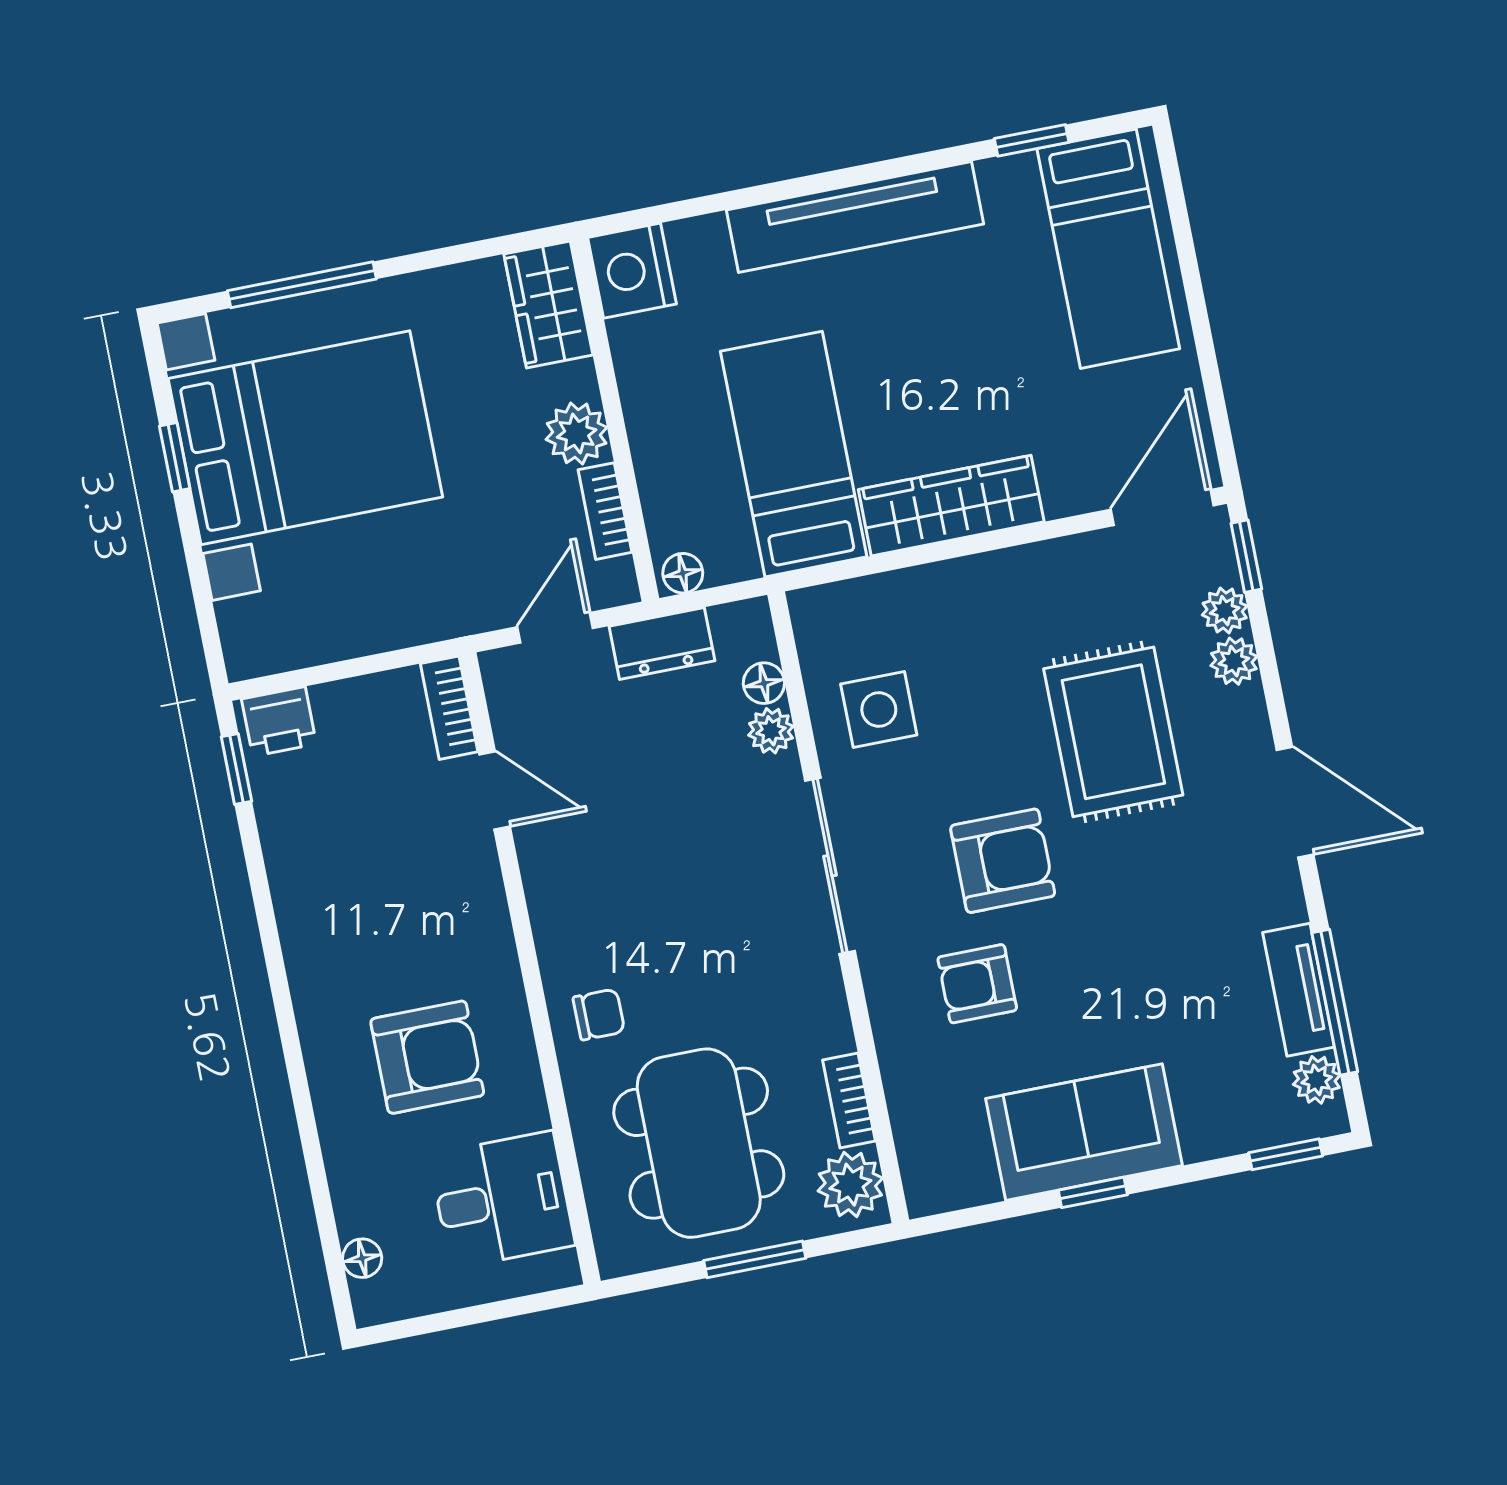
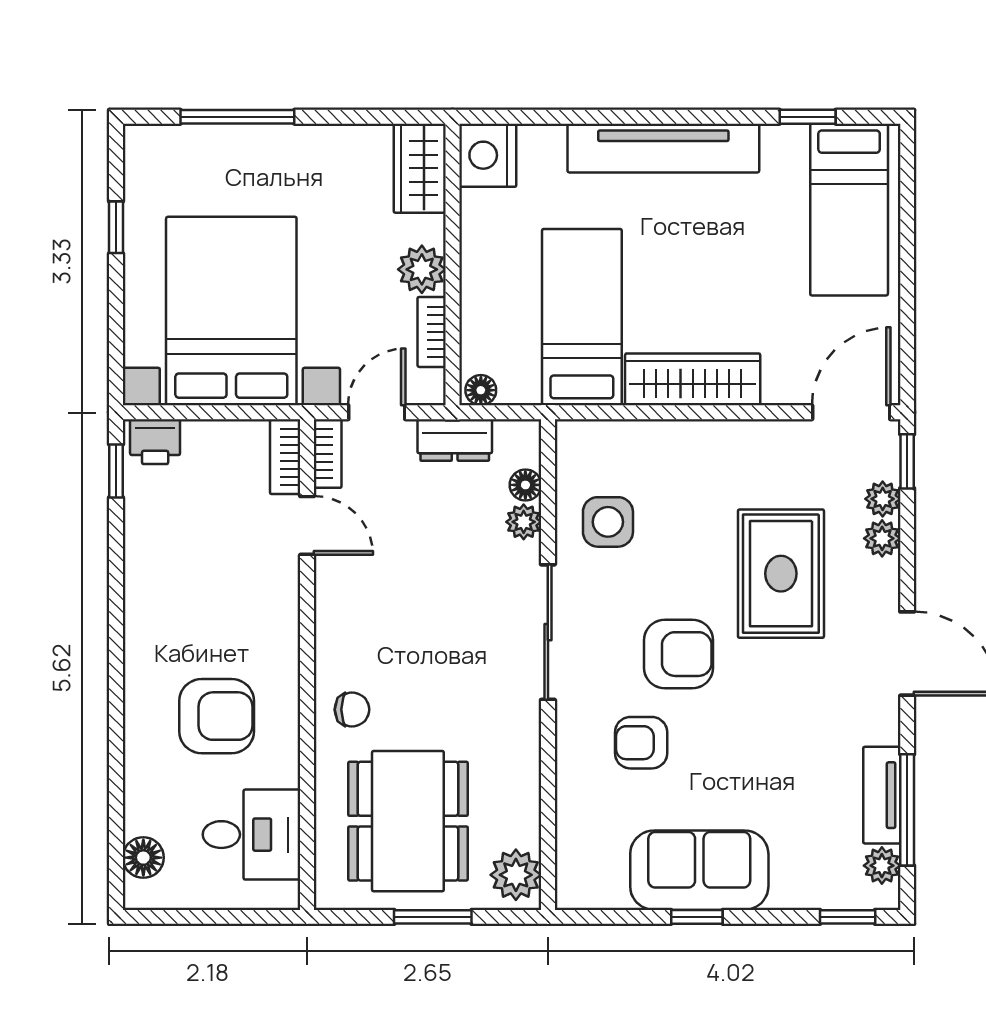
bed with nightstands: (305, 438) -> (231, 311), moved, turned -90
bookcase: (849, 1100) -> (328, 454), moved, turned 180
floor lamp: (362, 1258) -> (143, 858), width x1.37, depth x1.37

